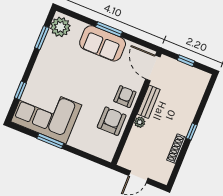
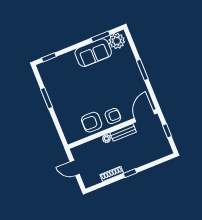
sofa: (103, 43) -> (93, 53), moved, turned -90
window: (20, 90) -> (49, 57), moved
corner sofa: (46, 113) -> (60, 81), removed
armchair: (112, 121) -> (92, 122), turned 180

